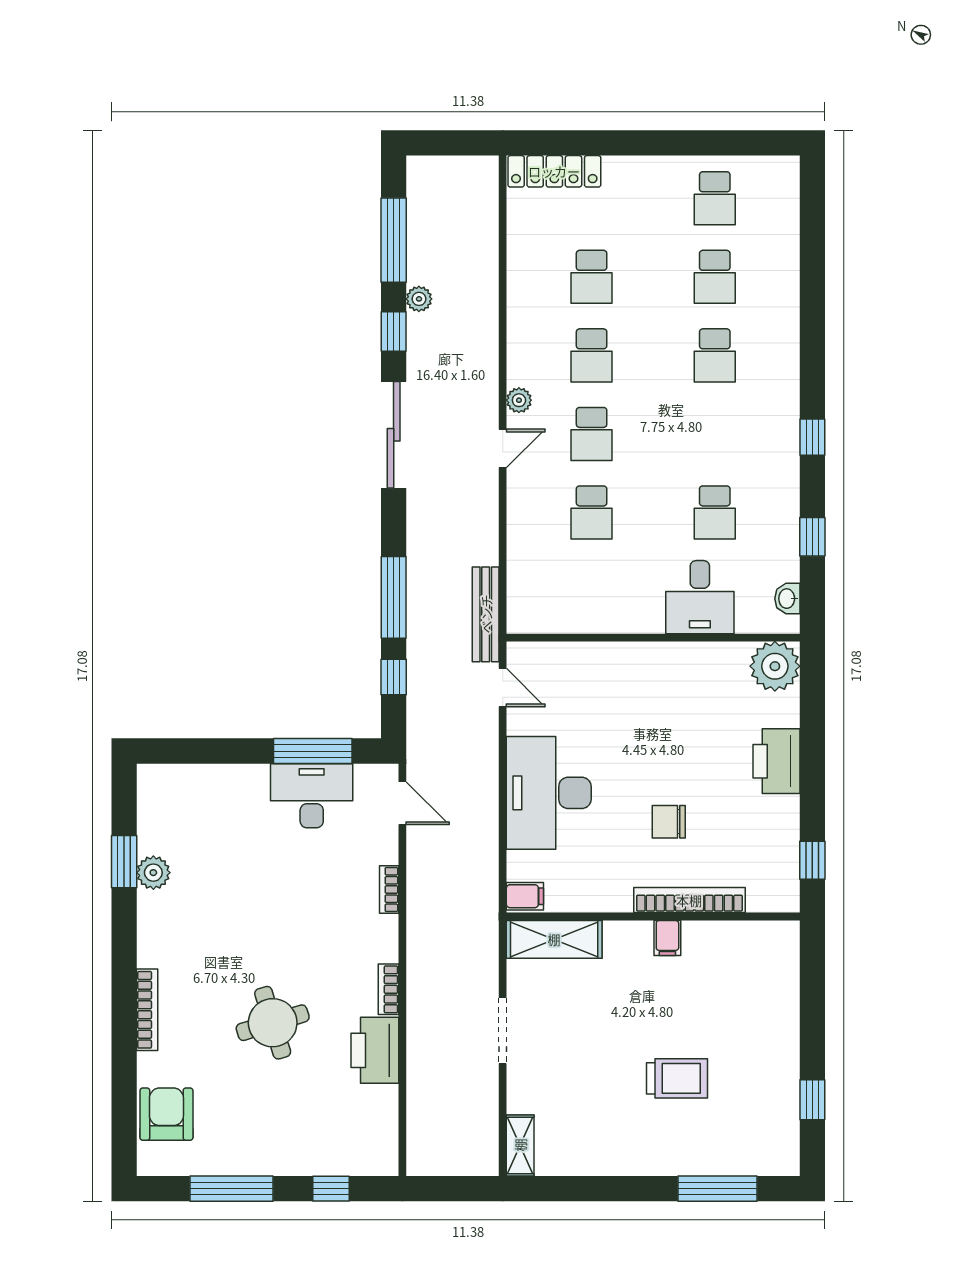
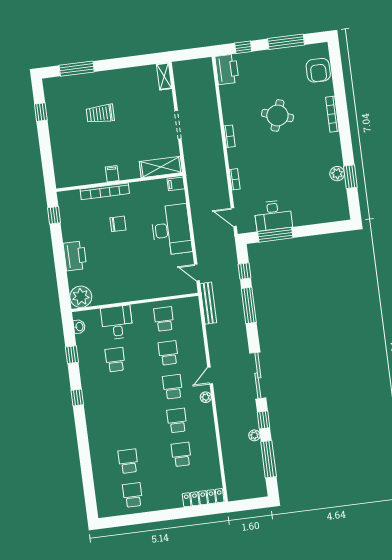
school desk: (715, 355) -> (164, 319), moved
round table: (273, 1023) -> (277, 115), turned 35
printer: (375, 1050) -> (227, 69), moved

